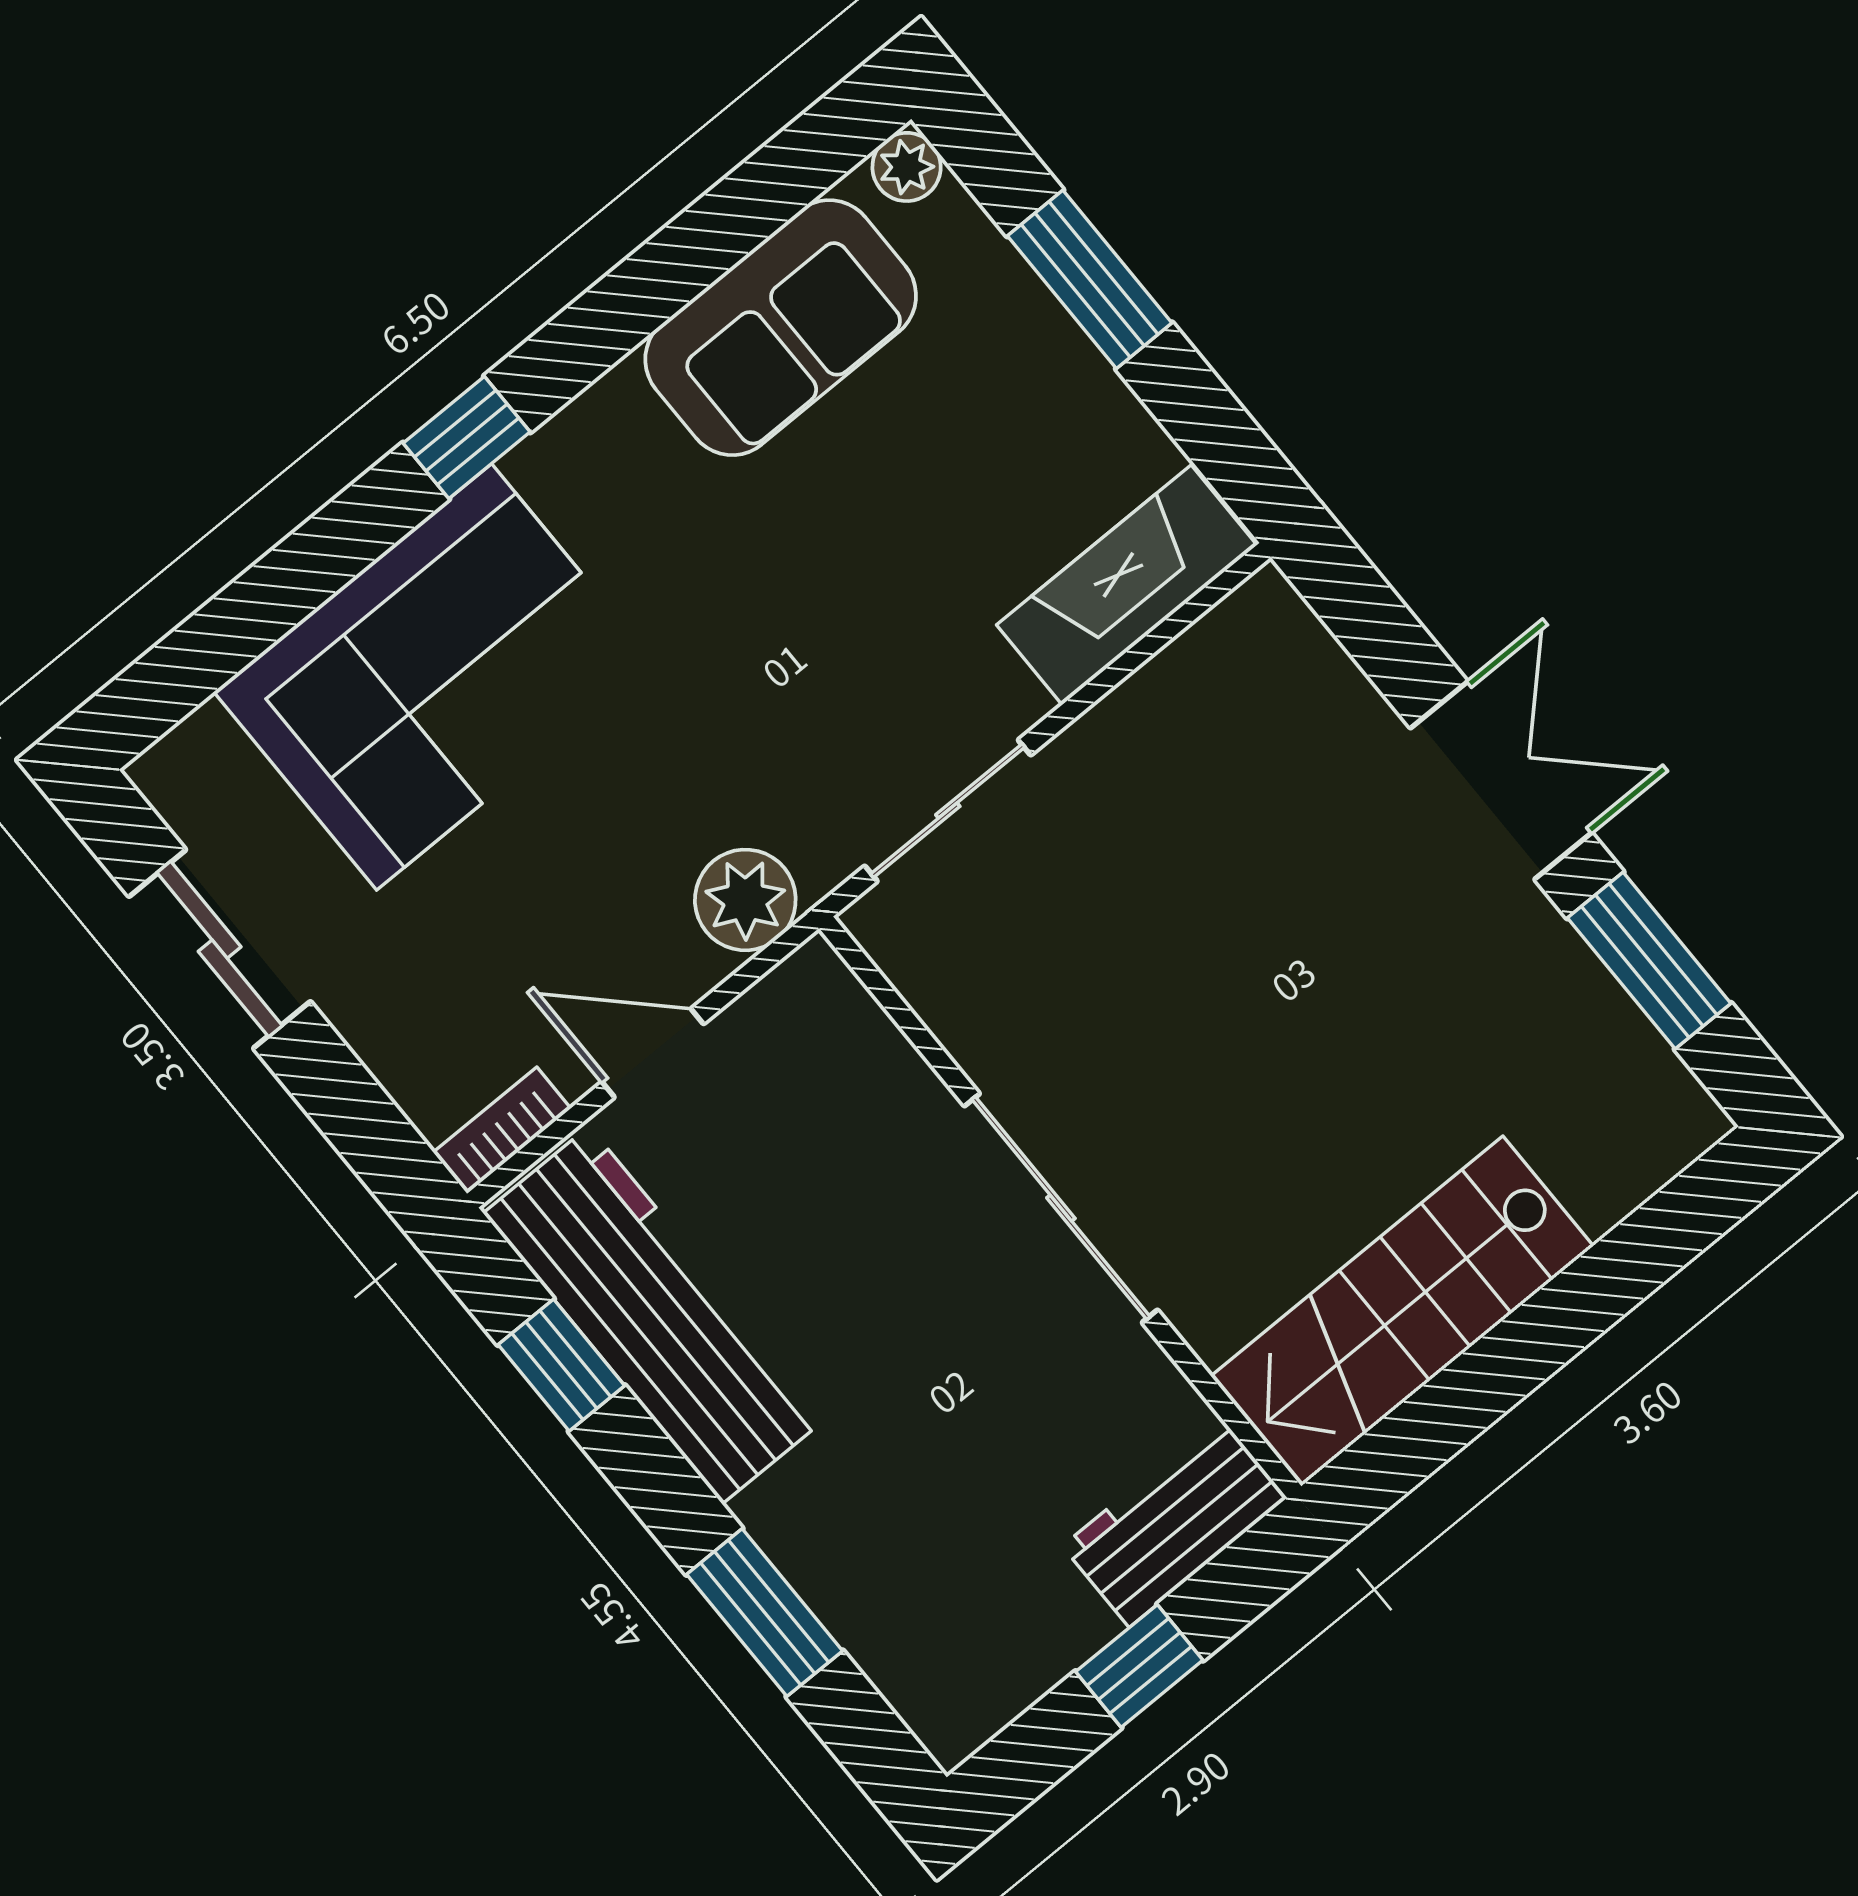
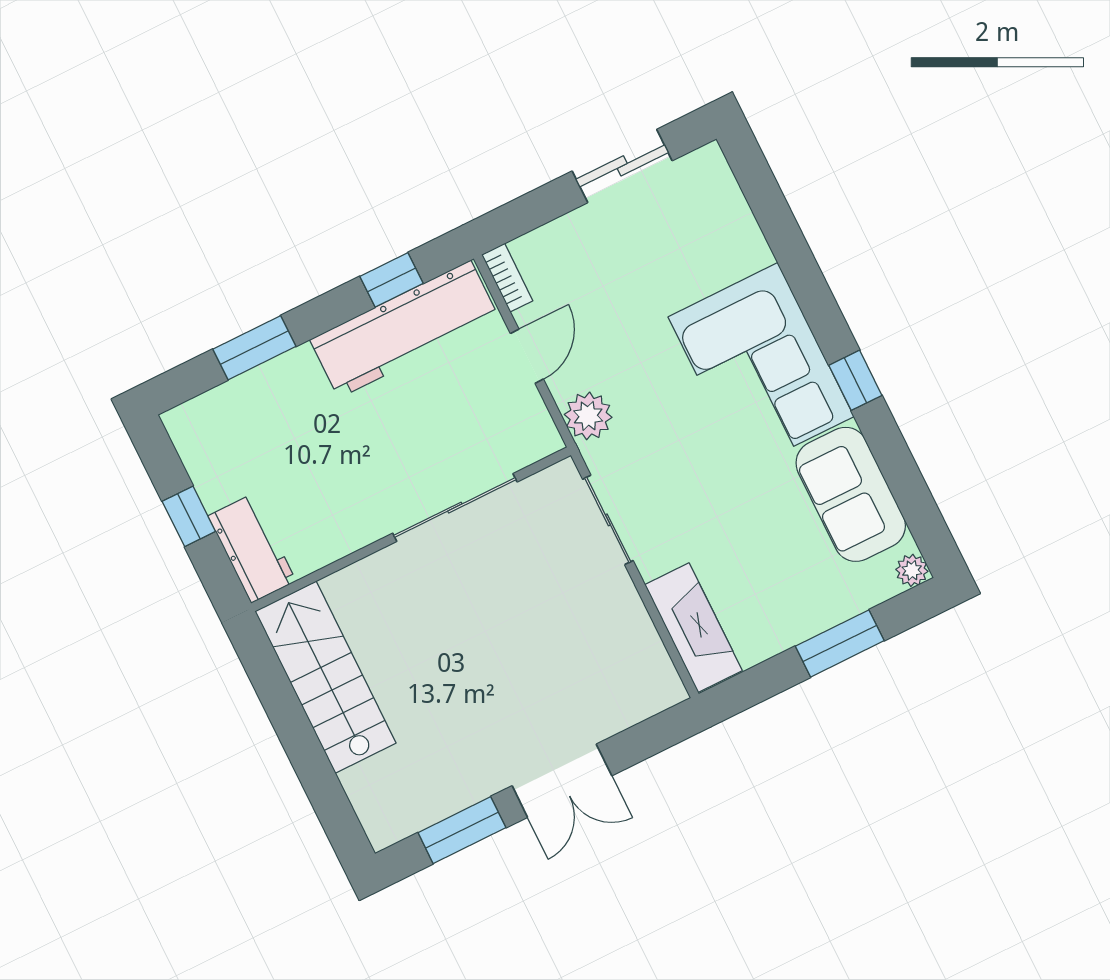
window: (467, 438) -> (855, 380), moved
corner sofa: (434, 677) -> (761, 367), moved
sliding door: (1061, 1208) -> (455, 508), moved

